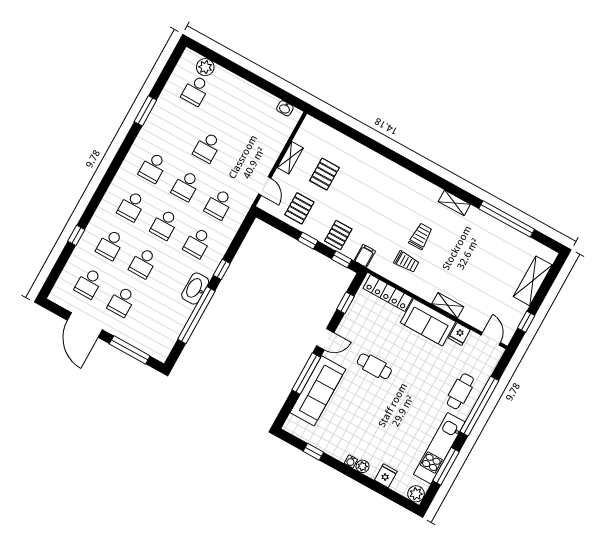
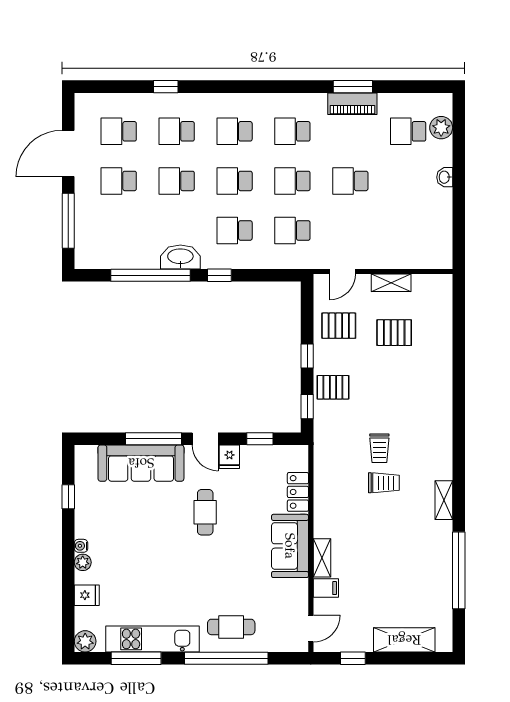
washbasin: (285, 108) -> (445, 177), moved
piano: (157, 117) -> (352, 104), added
filing cabinet: (365, 256) -> (326, 588), moved
trolley: (406, 262) -> (379, 448), moved
locker: (388, 293) -> (298, 492), width x0.66
fridge: (459, 334) -> (229, 457), moved, turned -90

